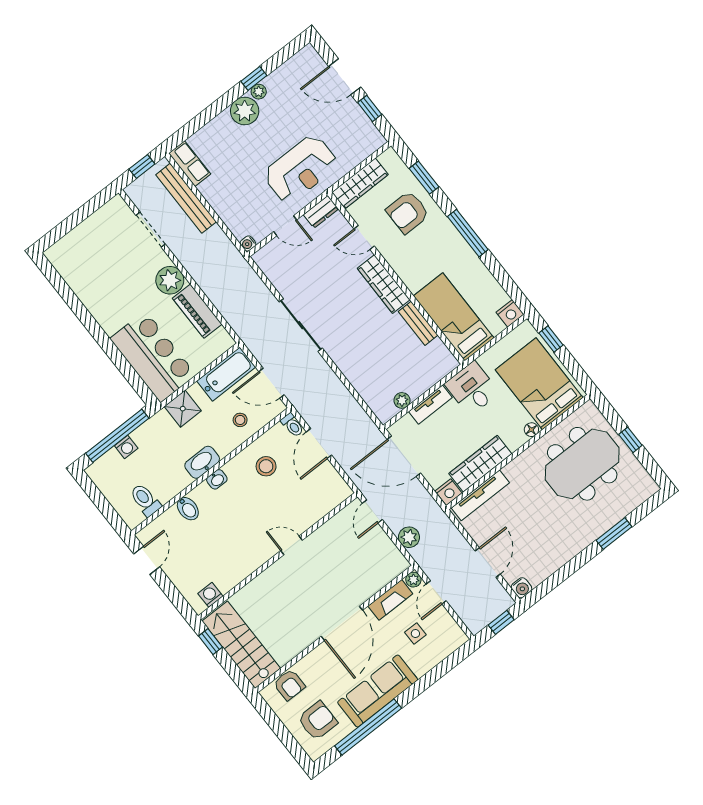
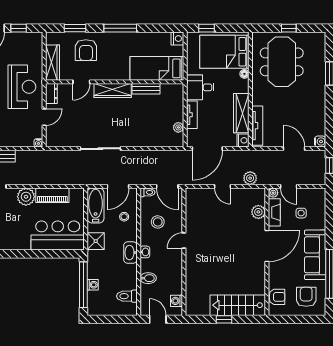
door: (292, 545) -> (184, 240), moved
wall: (278, 556) -> (184, 252), moved
plant: (375, 580) -> (258, 212), added
washing machine: (210, 595) -> (176, 301), moved
door: (342, 623) -> (267, 246), hinge flipped

